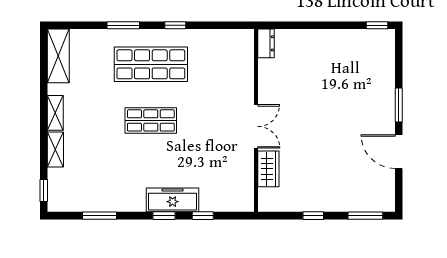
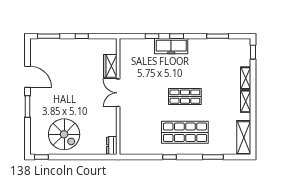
window: (123, 25) -> (213, 157), moved
spiral stairs: (341, 61) -> (64, 134), added

